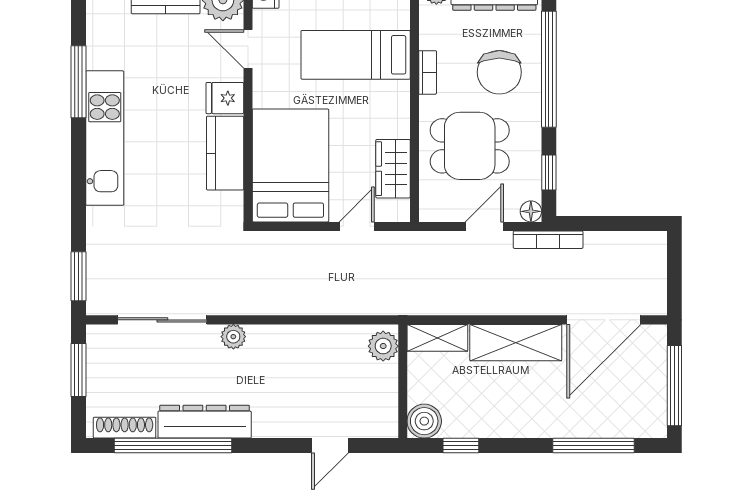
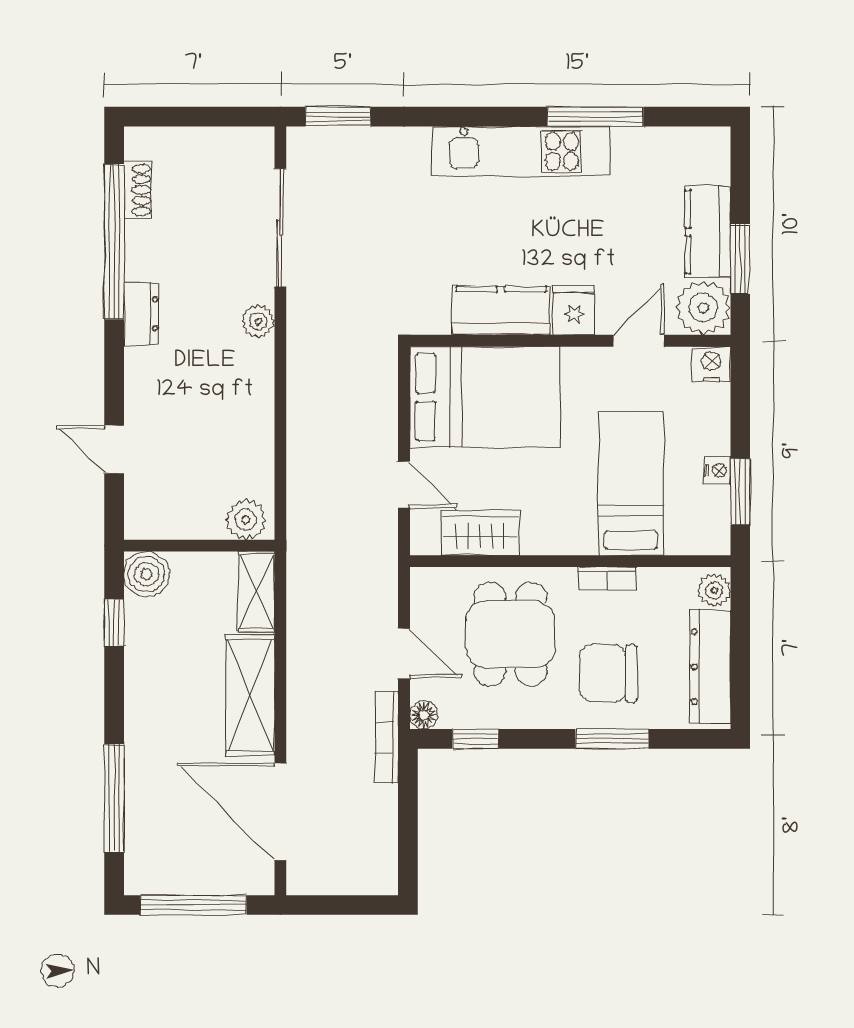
window: (549, 69) -> (612, 739), width x0.47
window: (78, 370) -> (214, 117), removed
dresser: (205, 422) -> (141, 314), width x0.51, depth x0.80
shoe rack: (125, 428) -> (138, 190), width x0.70

